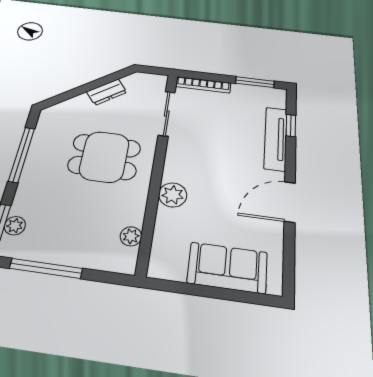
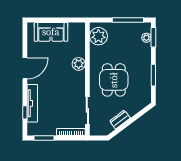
window: (22, 154) -> (153, 75), width x0.69
dining table: (104, 157) -> (114, 80), turned 90
plant: (131, 236) -> (98, 36), width x1.88, depth x1.88

